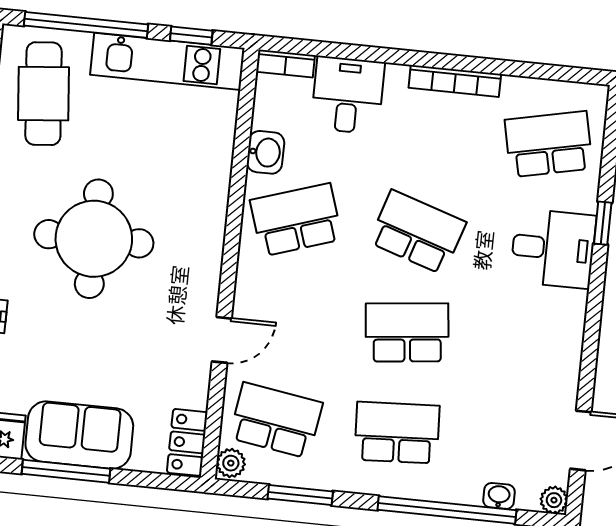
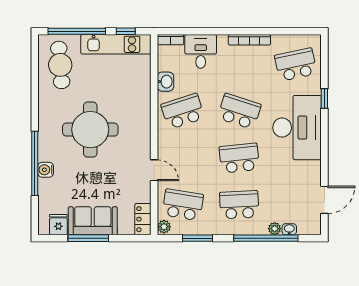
desk: (553, 248) -> (297, 128), width x1.87, depth x1.30
door: (222, 340) -> (154, 170), hinge flipped
plant: (554, 500) -> (275, 229), moved

